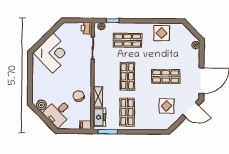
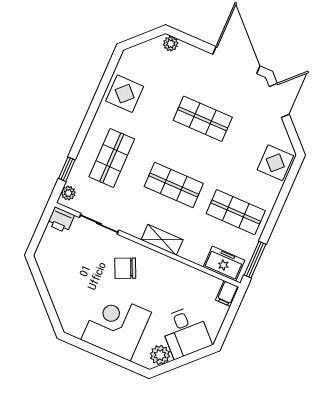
corner desk: (53, 53) -> (116, 326), moved, turned -45
shop shelf: (166, 76) -> (203, 119), turned 90
chair: (79, 96) -> (125, 268), moved
shelving: (98, 97) -> (162, 240), moved
display table: (167, 106) -> (275, 163), moved

